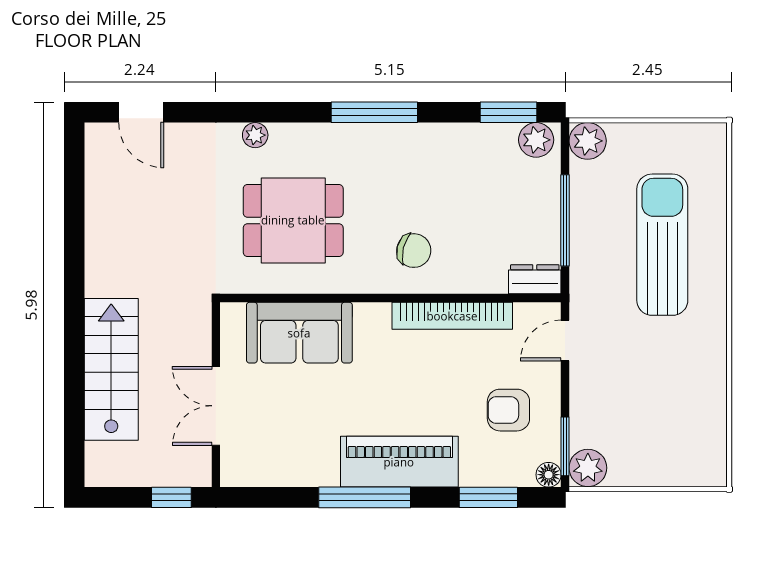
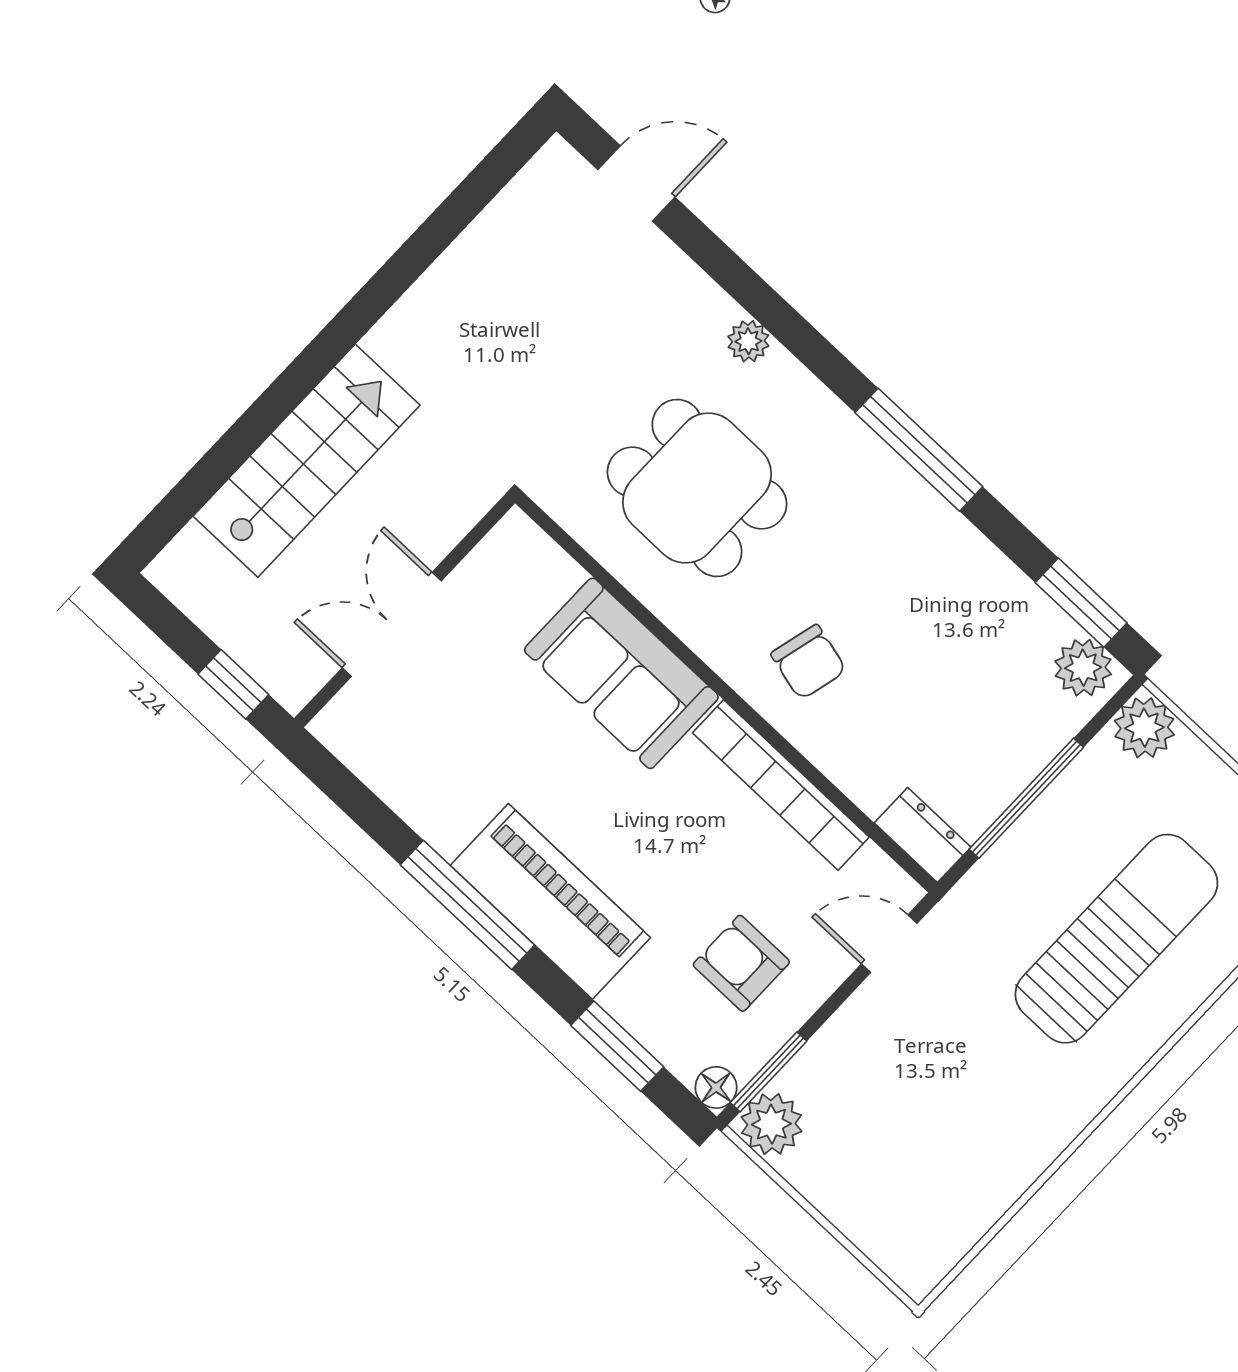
door: (141, 112) -> (636, 183), swing flipped
sofa: (299, 333) -> (621, 673), moved

